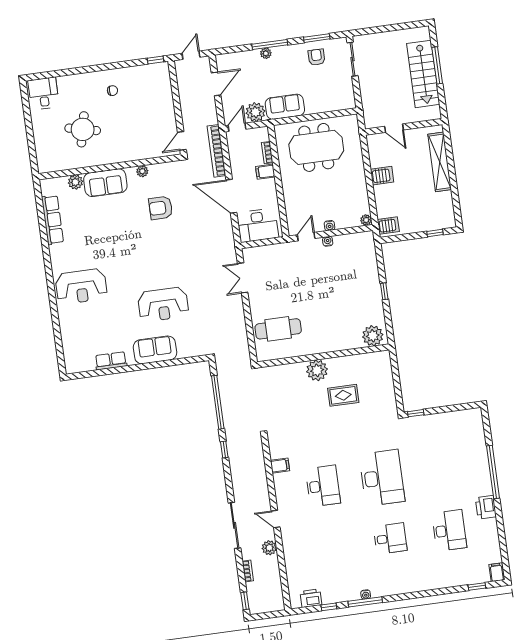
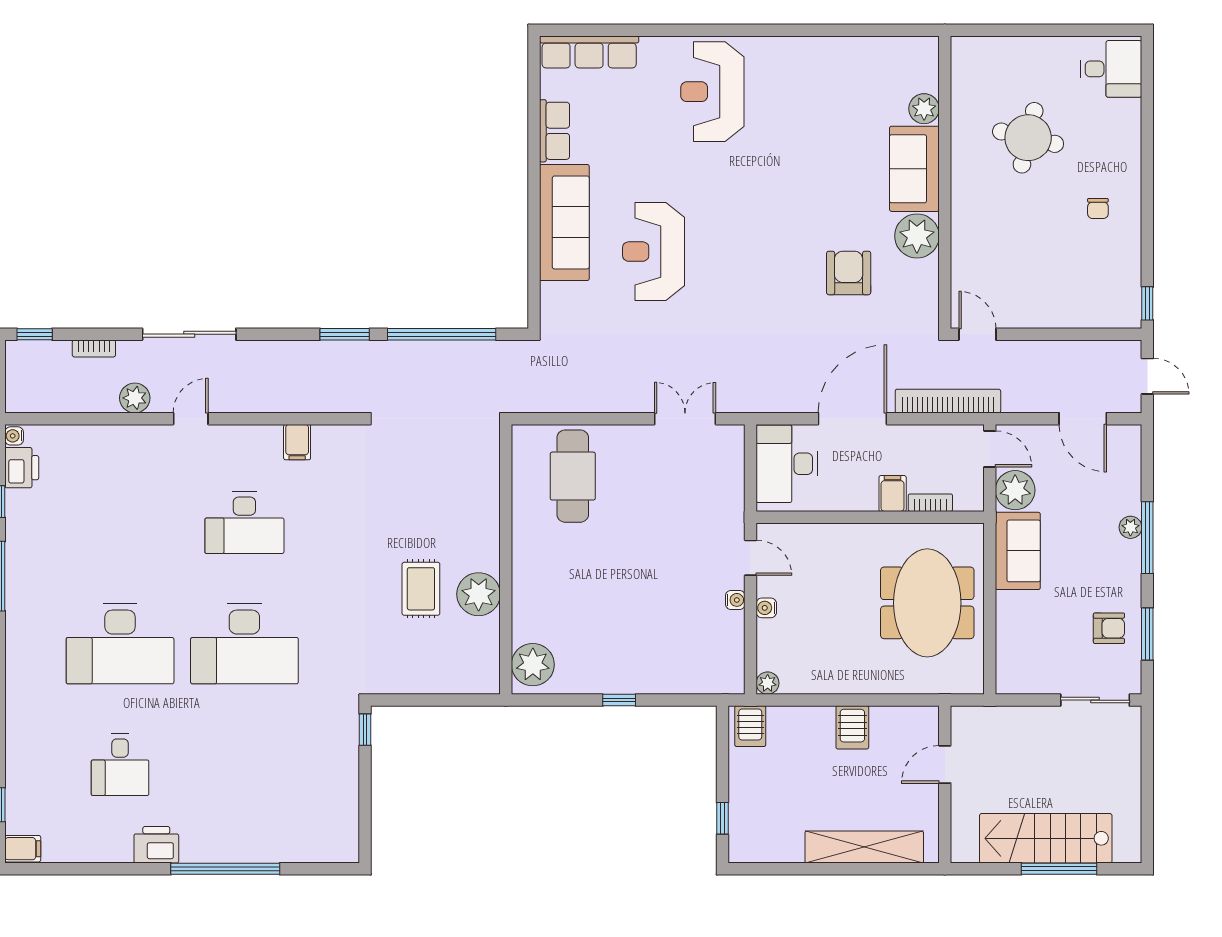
plant: (142, 171) -> (917, 236), width x1.88, depth x1.88
row of seats: (52, 220) -> (589, 52), moved
sofa: (155, 350) -> (564, 222), width x1.36
plant: (317, 370) -> (479, 594), moved
window: (224, 450) -> (345, 334), width x1.50
desk: (449, 530) -> (120, 765), width x0.73
desk: (390, 538) -> (120, 644), width x1.87, depth x1.30
water cooler: (366, 594) -> (14, 436), moved

